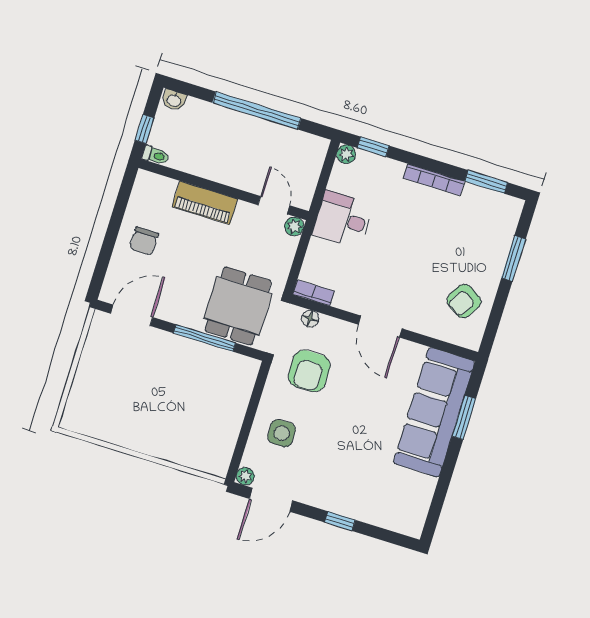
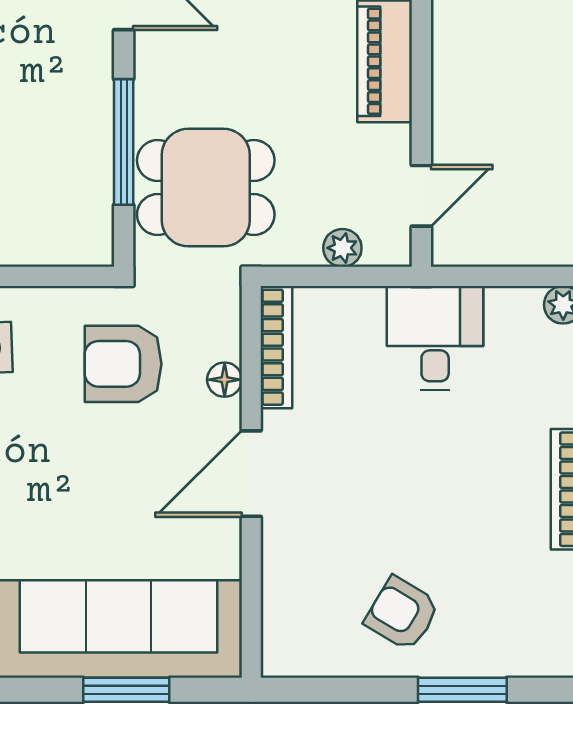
plant: (294, 226) -> (342, 248), moved
bookcase: (314, 293) -> (276, 347), width x1.56
armchair: (464, 301) -> (402, 614), moved
floor lamp: (310, 319) -> (225, 380), moved

